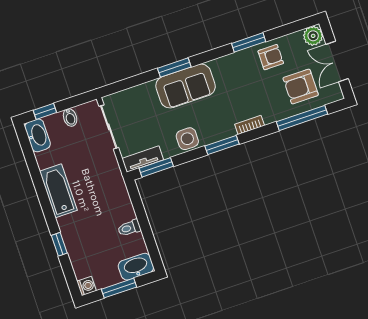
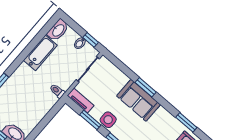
window: (45, 111) -> (91, 40), moved
window: (156, 167) -> (90, 120), moved
bathtub: (58, 191) -> (40, 53), moved
toilet: (129, 228) -> (57, 91), moved

